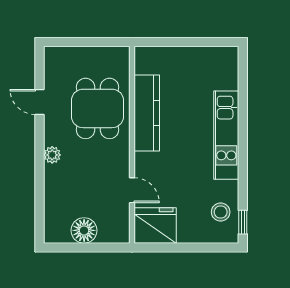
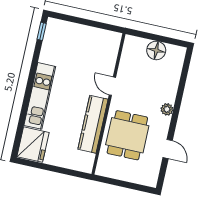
door: (132, 190) -> (112, 86), moved
stool: (221, 212) -> (56, 42), removed
fridge: (155, 225) -> (33, 145), moved, turned -90

